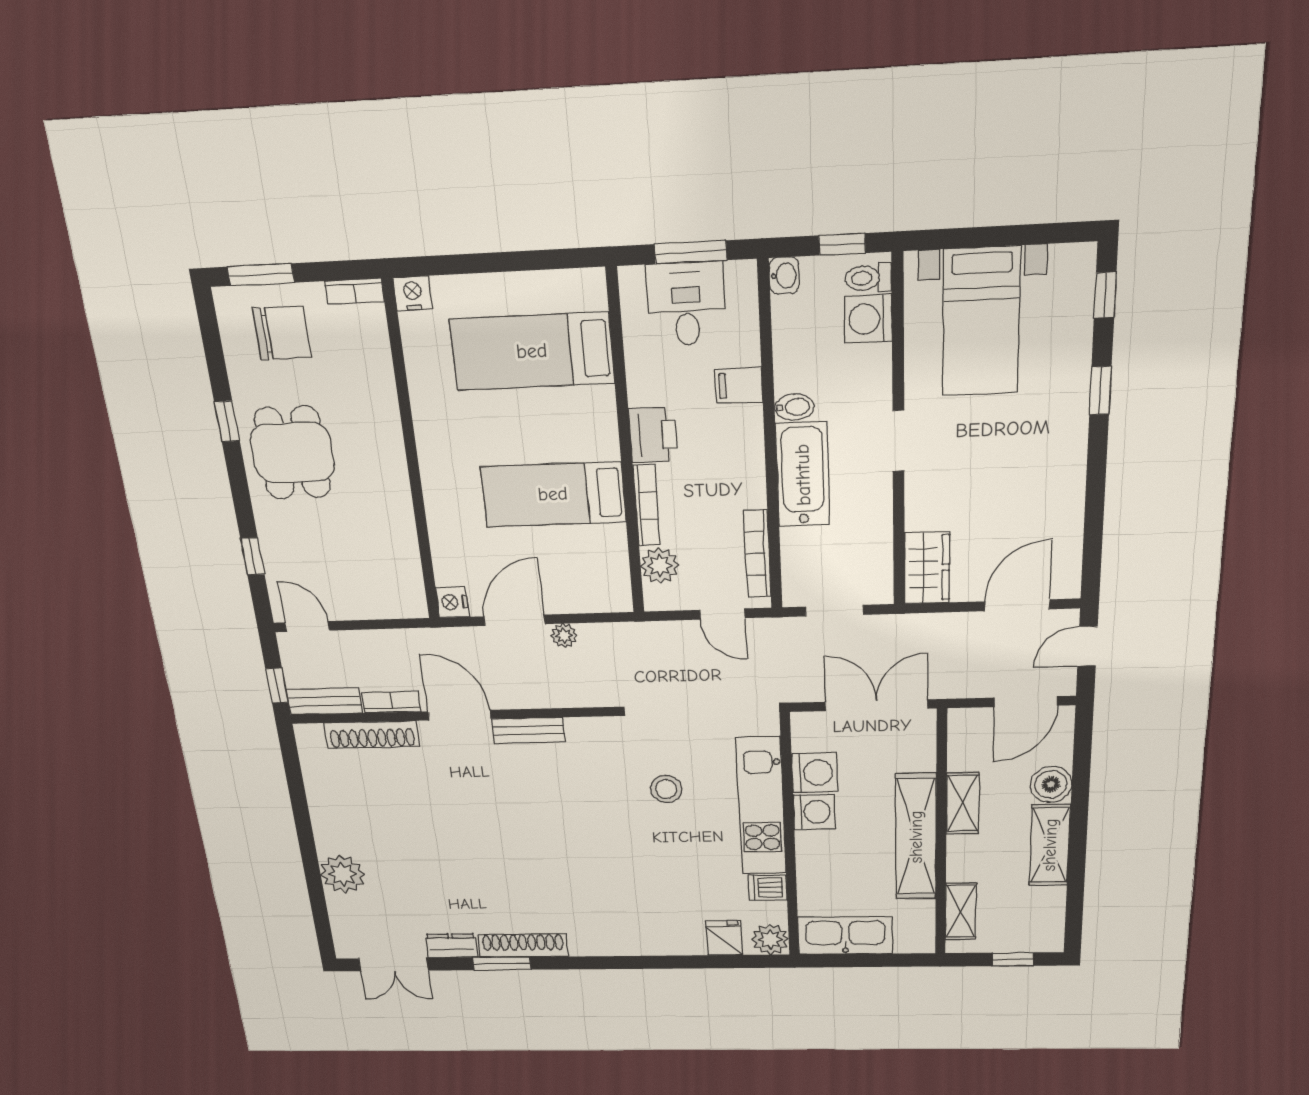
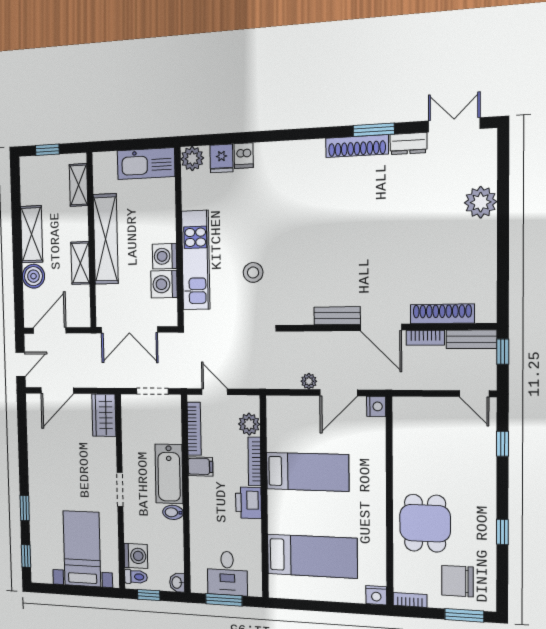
filing cabinet: (739, 385) -> (200, 466), moved
dining table: (292, 453) -> (425, 523), moved
dishwasher: (768, 888) -> (244, 156), moved, turned 90

